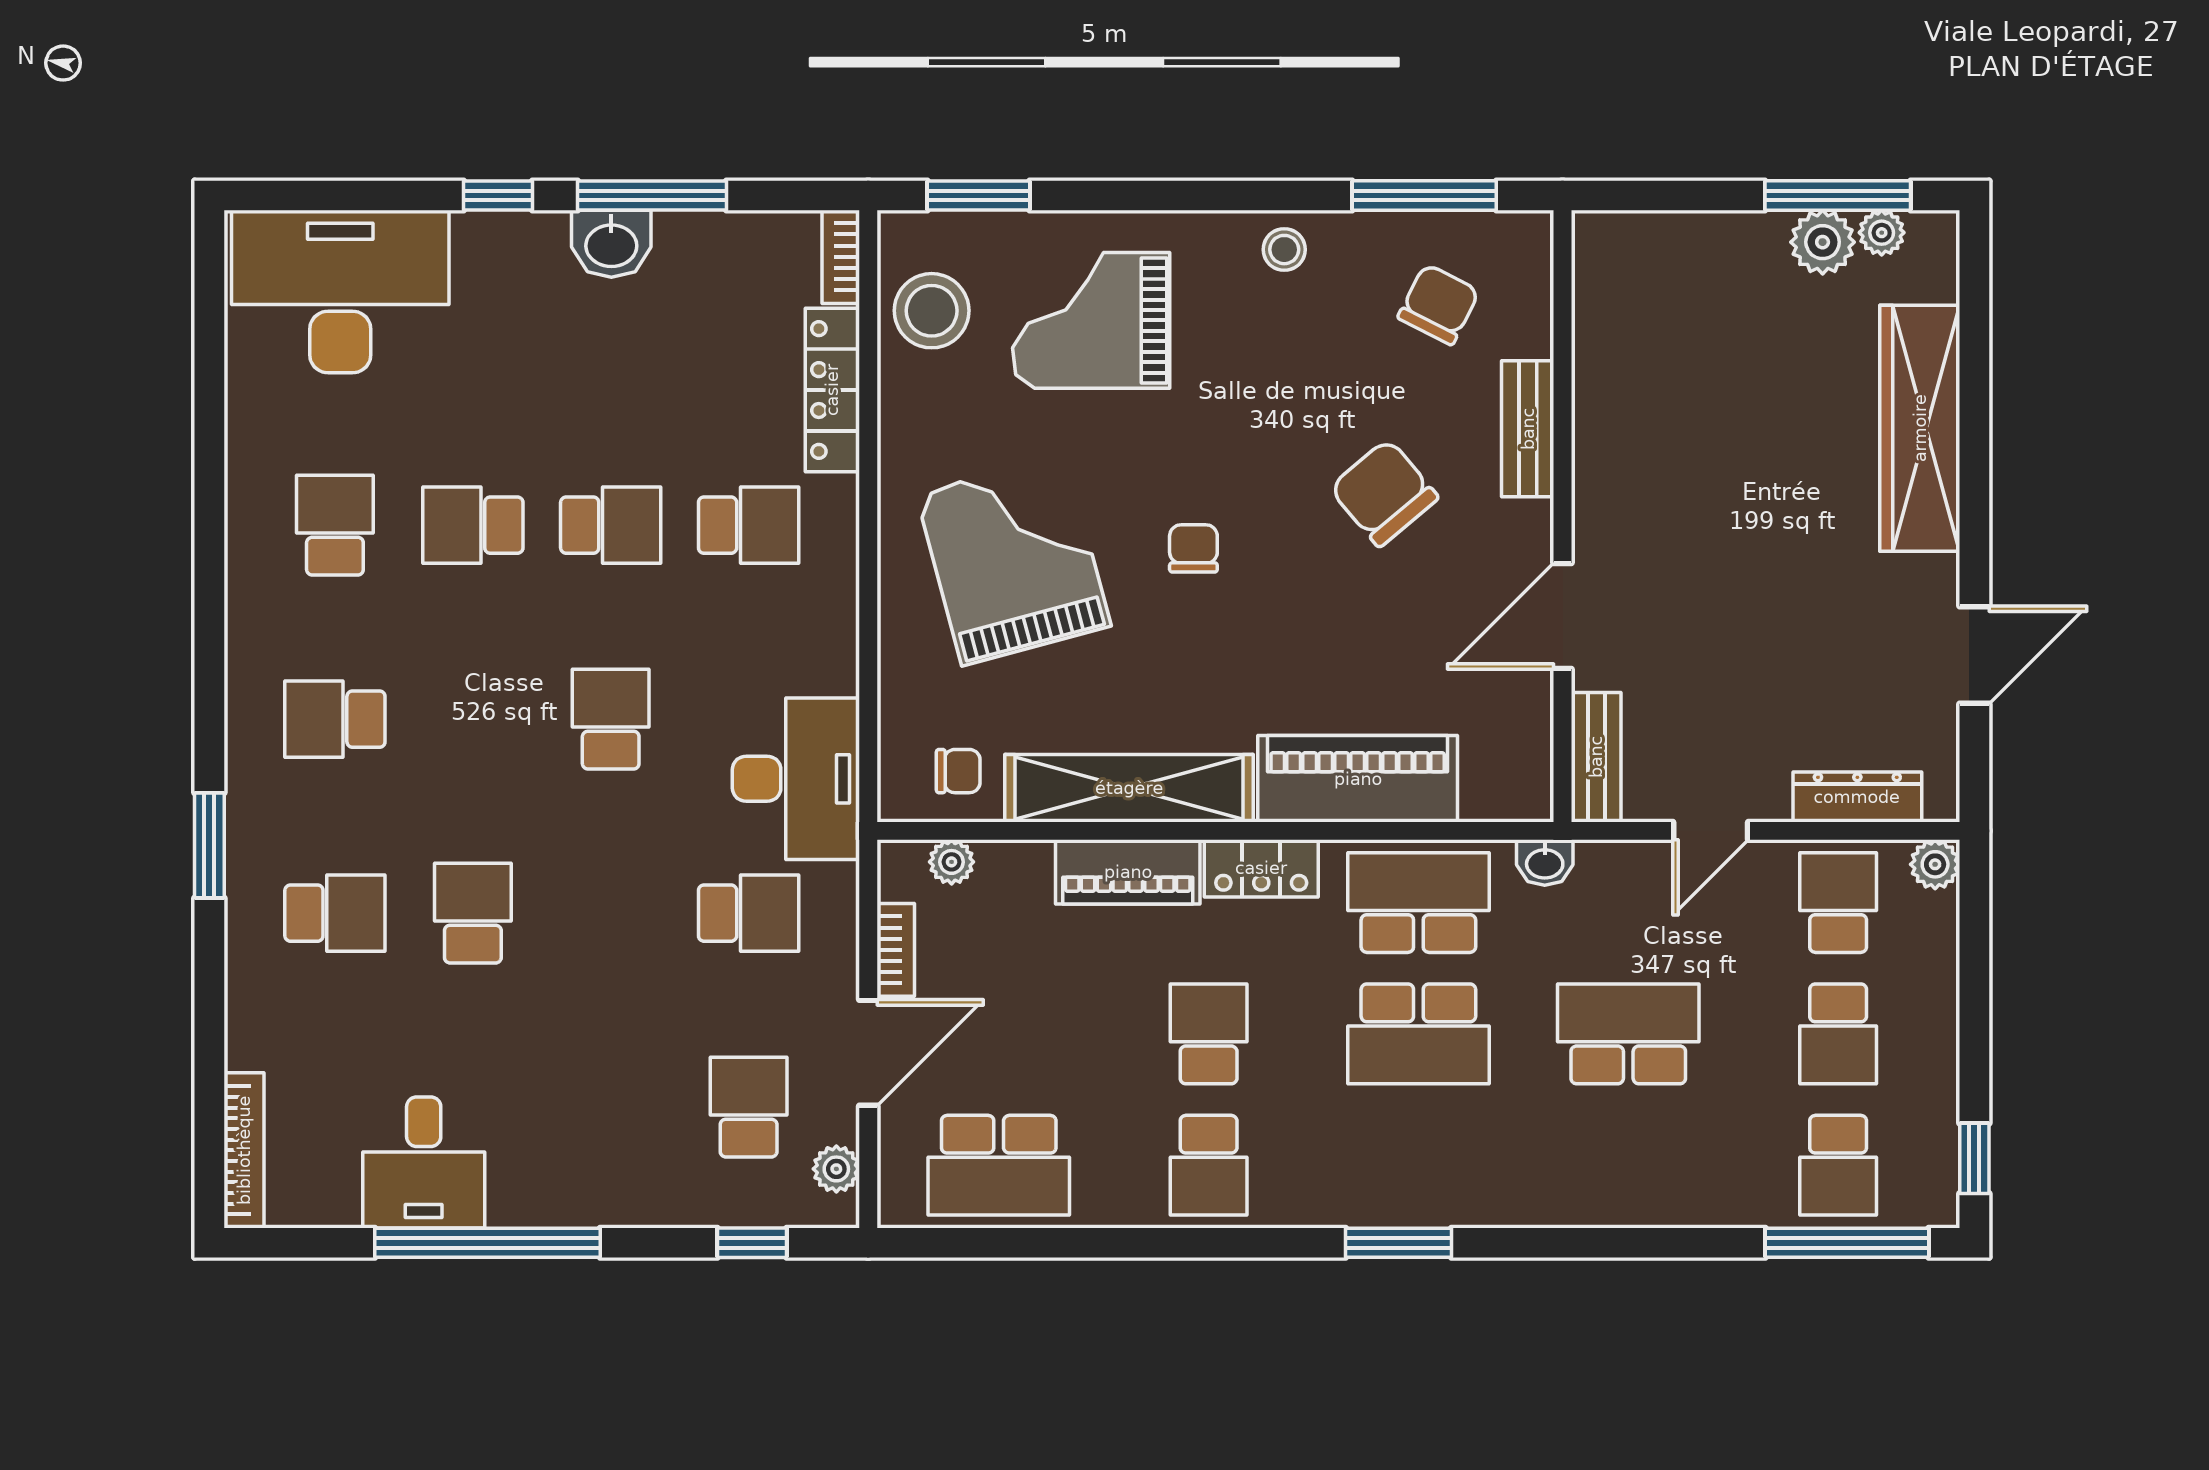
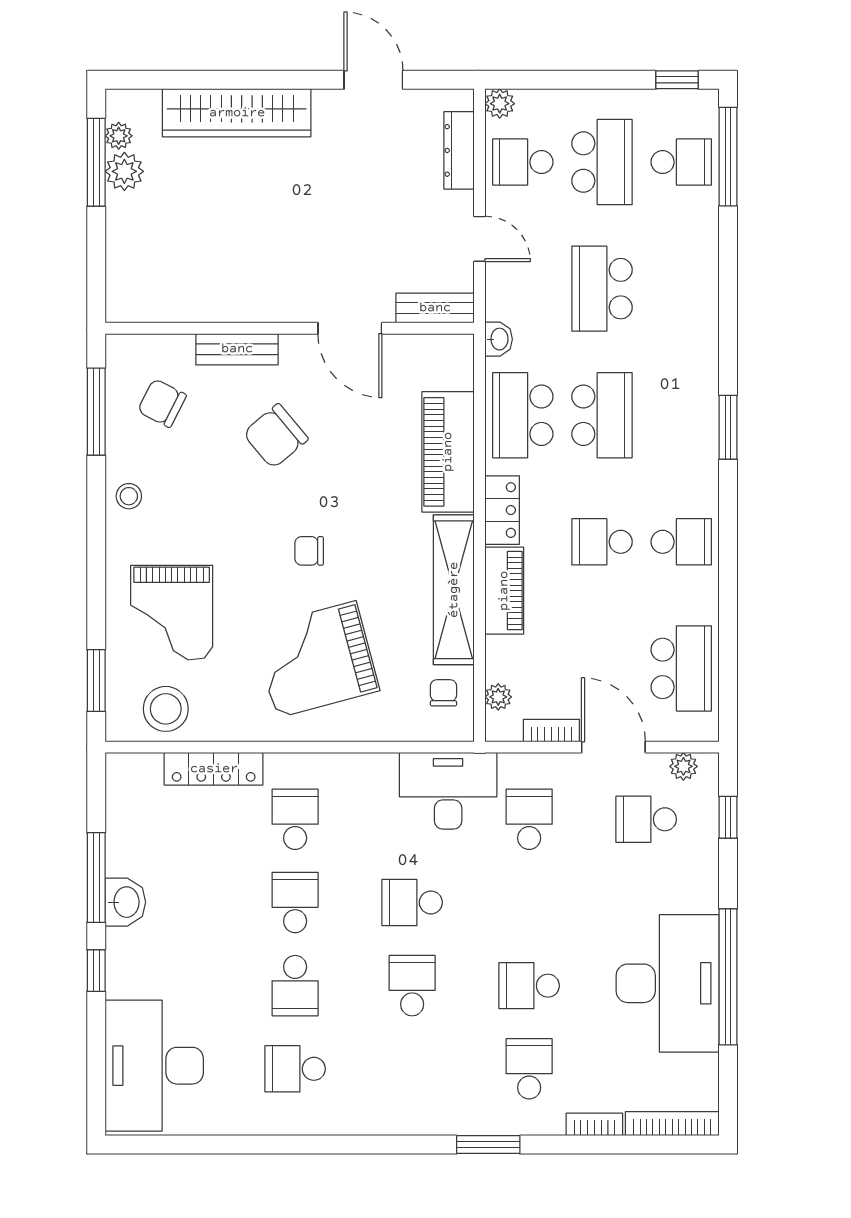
bookcase: (841, 257) -> (594, 1124), moved, turned 180
school desk: (335, 719) -> (412, 986), moved, turned 180
school desk: (1838, 1034) -> (602, 162), width x1.85
desk: (424, 1162) -> (668, 983), width x1.87, depth x1.30

